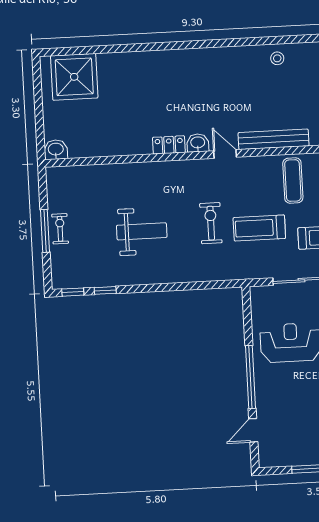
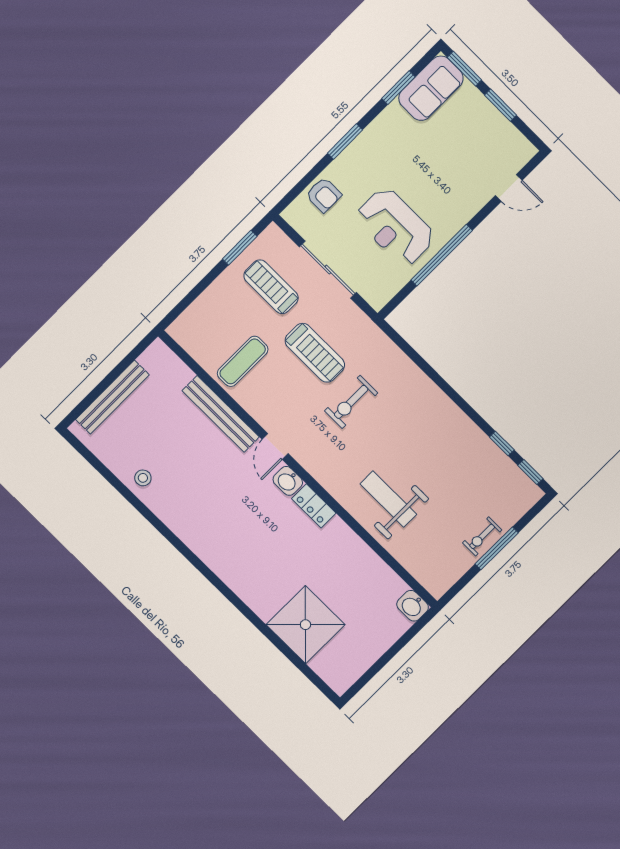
shower: (74, 77) -> (305, 625), moved
weight bench: (142, 231) -> (388, 499), moved
window: (251, 377) -> (442, 255), moved

